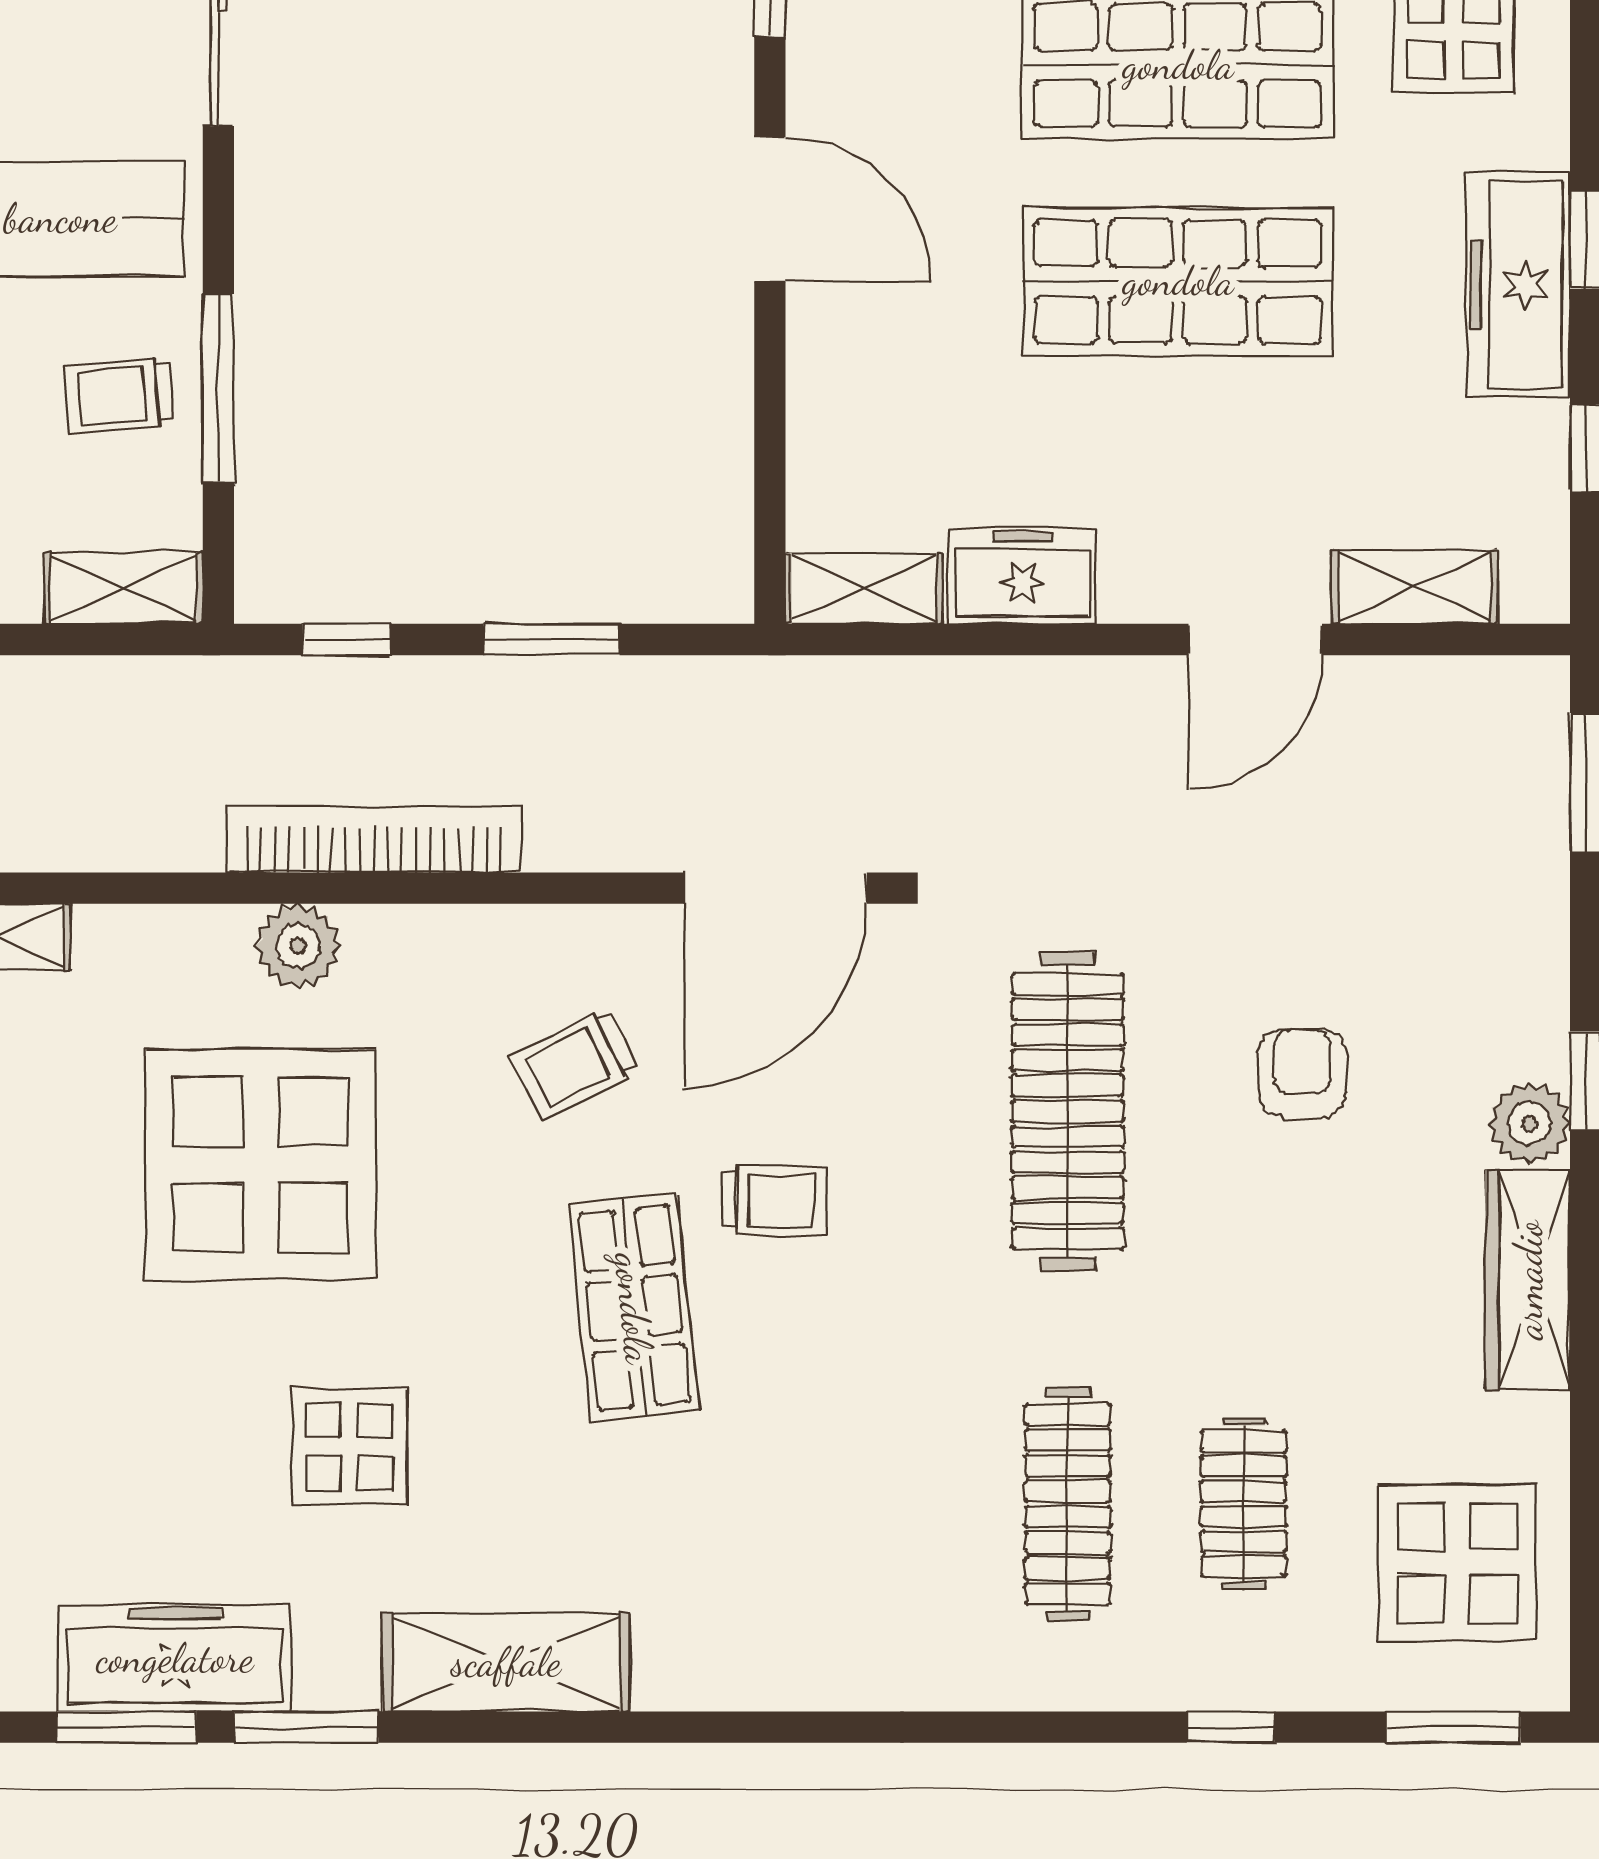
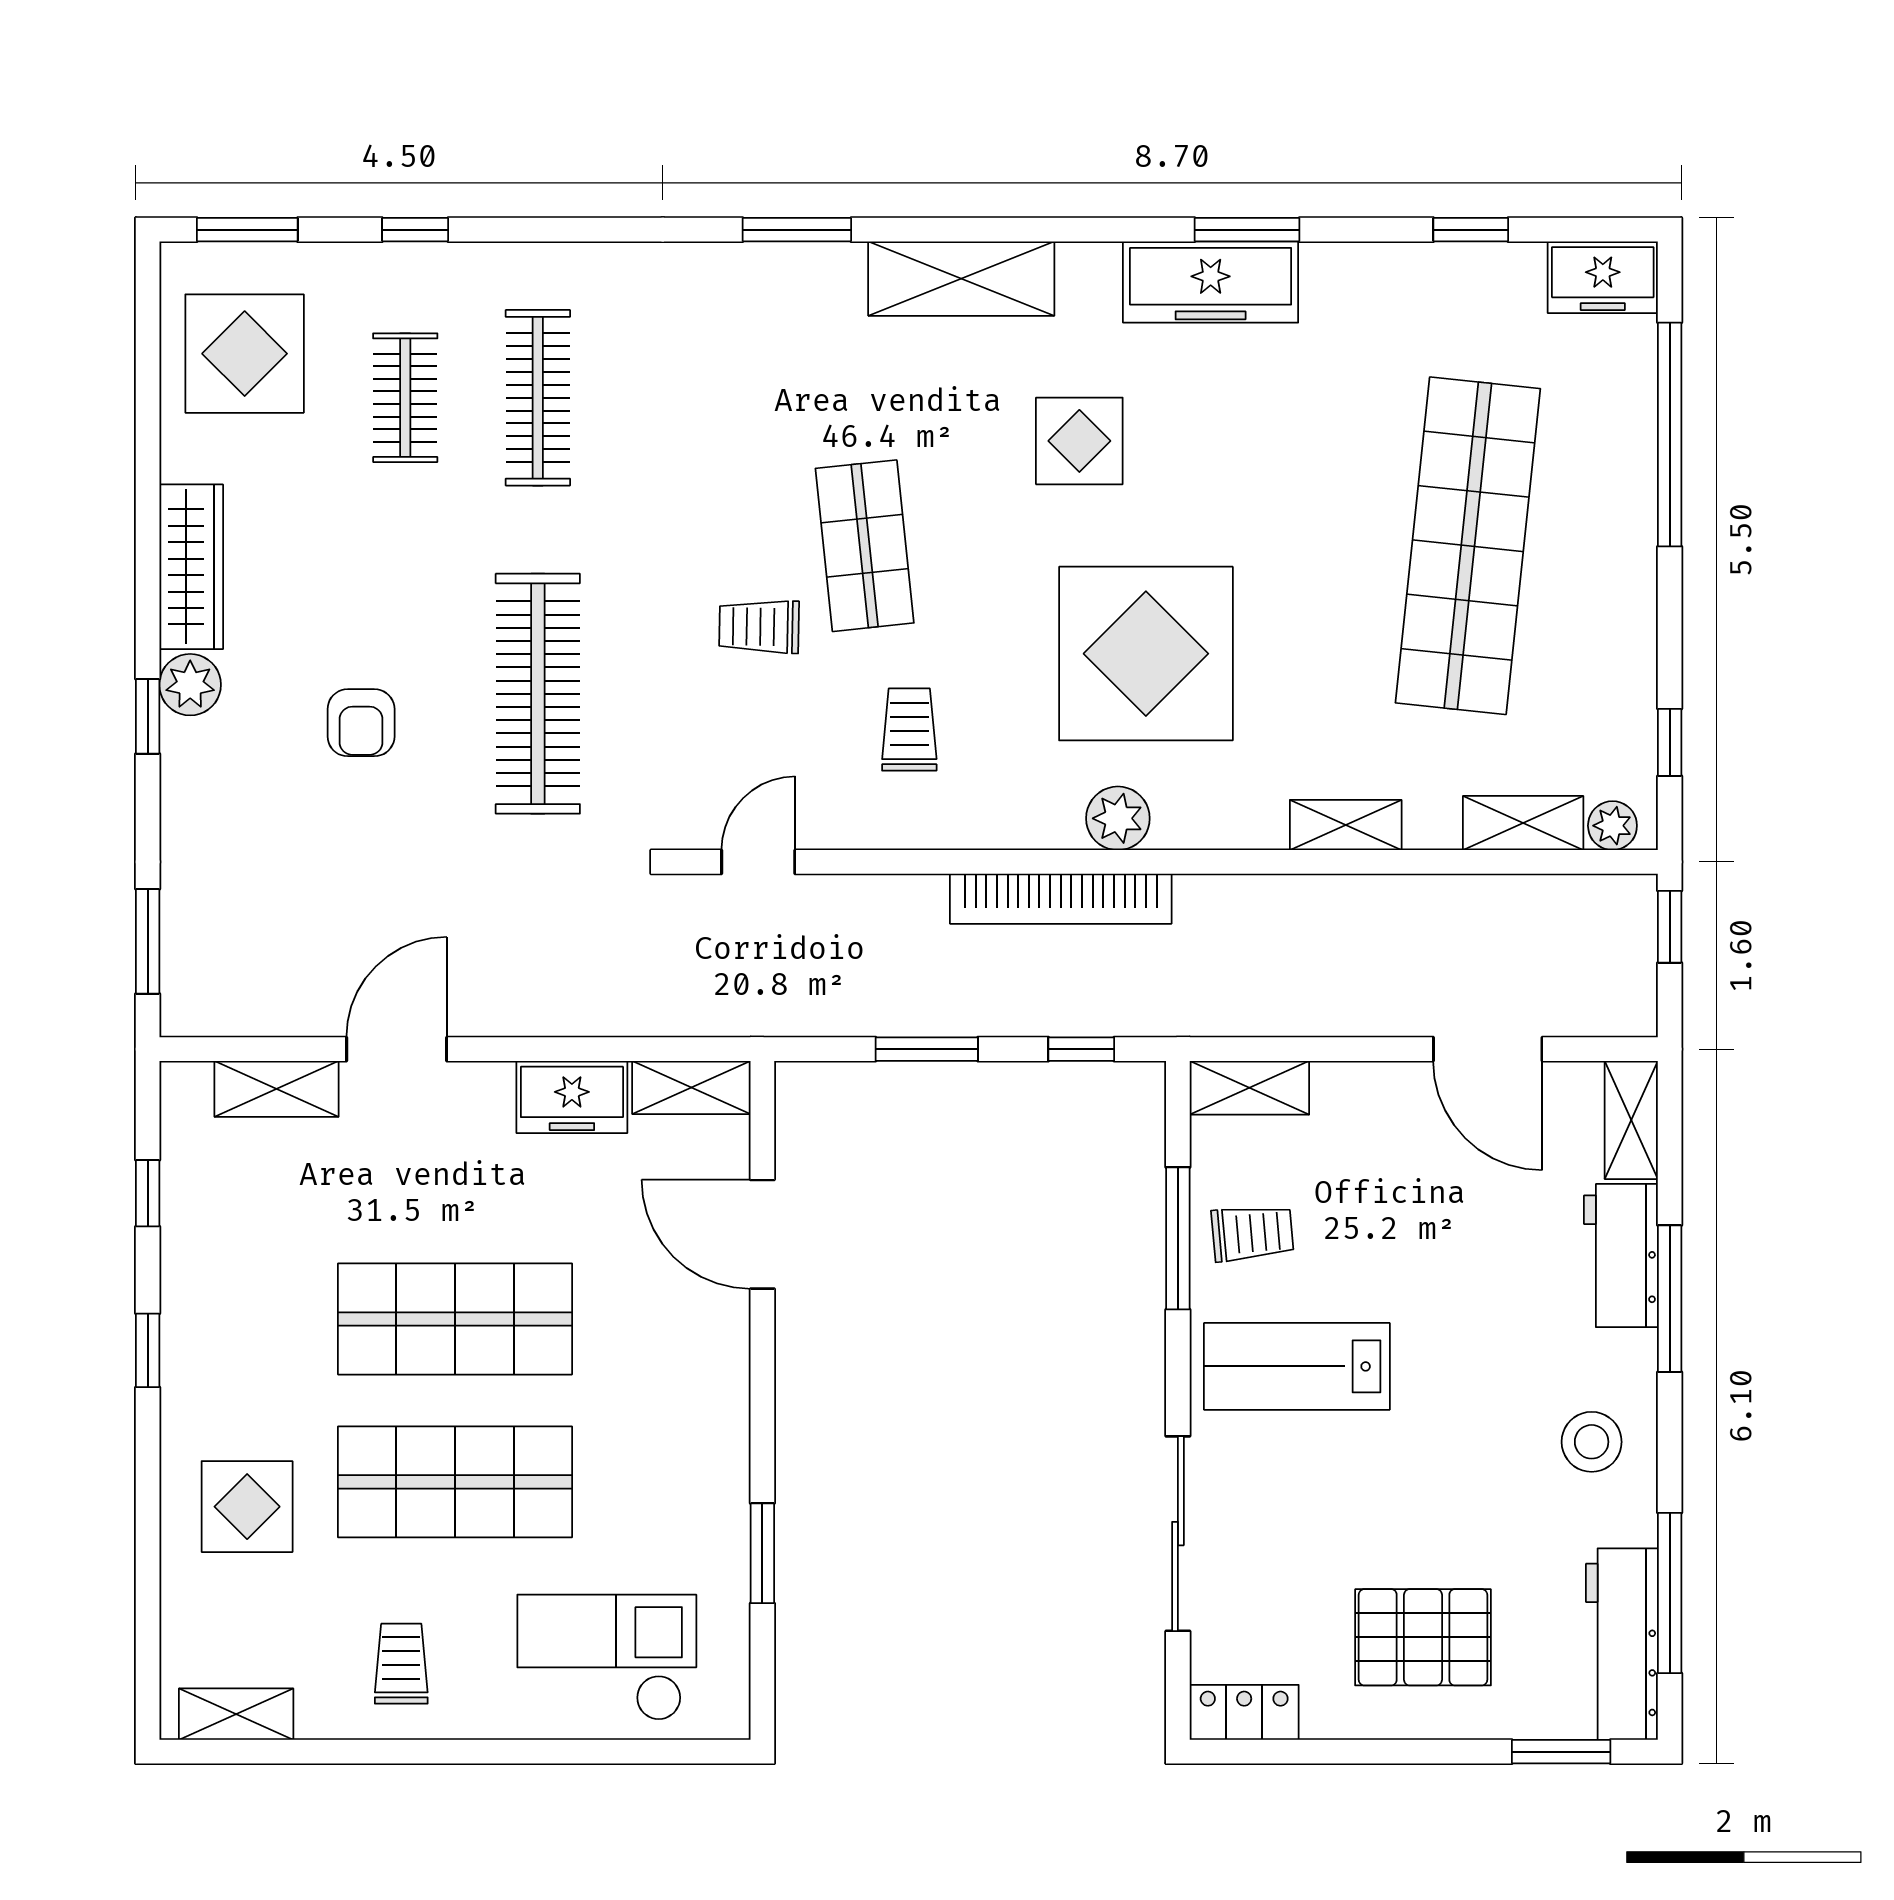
door: (770, 209) -> (762, 1234), moved
freezer: (1518, 285) -> (199, 1316), removed
door: (775, 888) -> (758, 862), width x0.53
trolley: (575, 1064) -> (909, 730), turned -63
window: (307, 1727) -> (797, 230), moved

